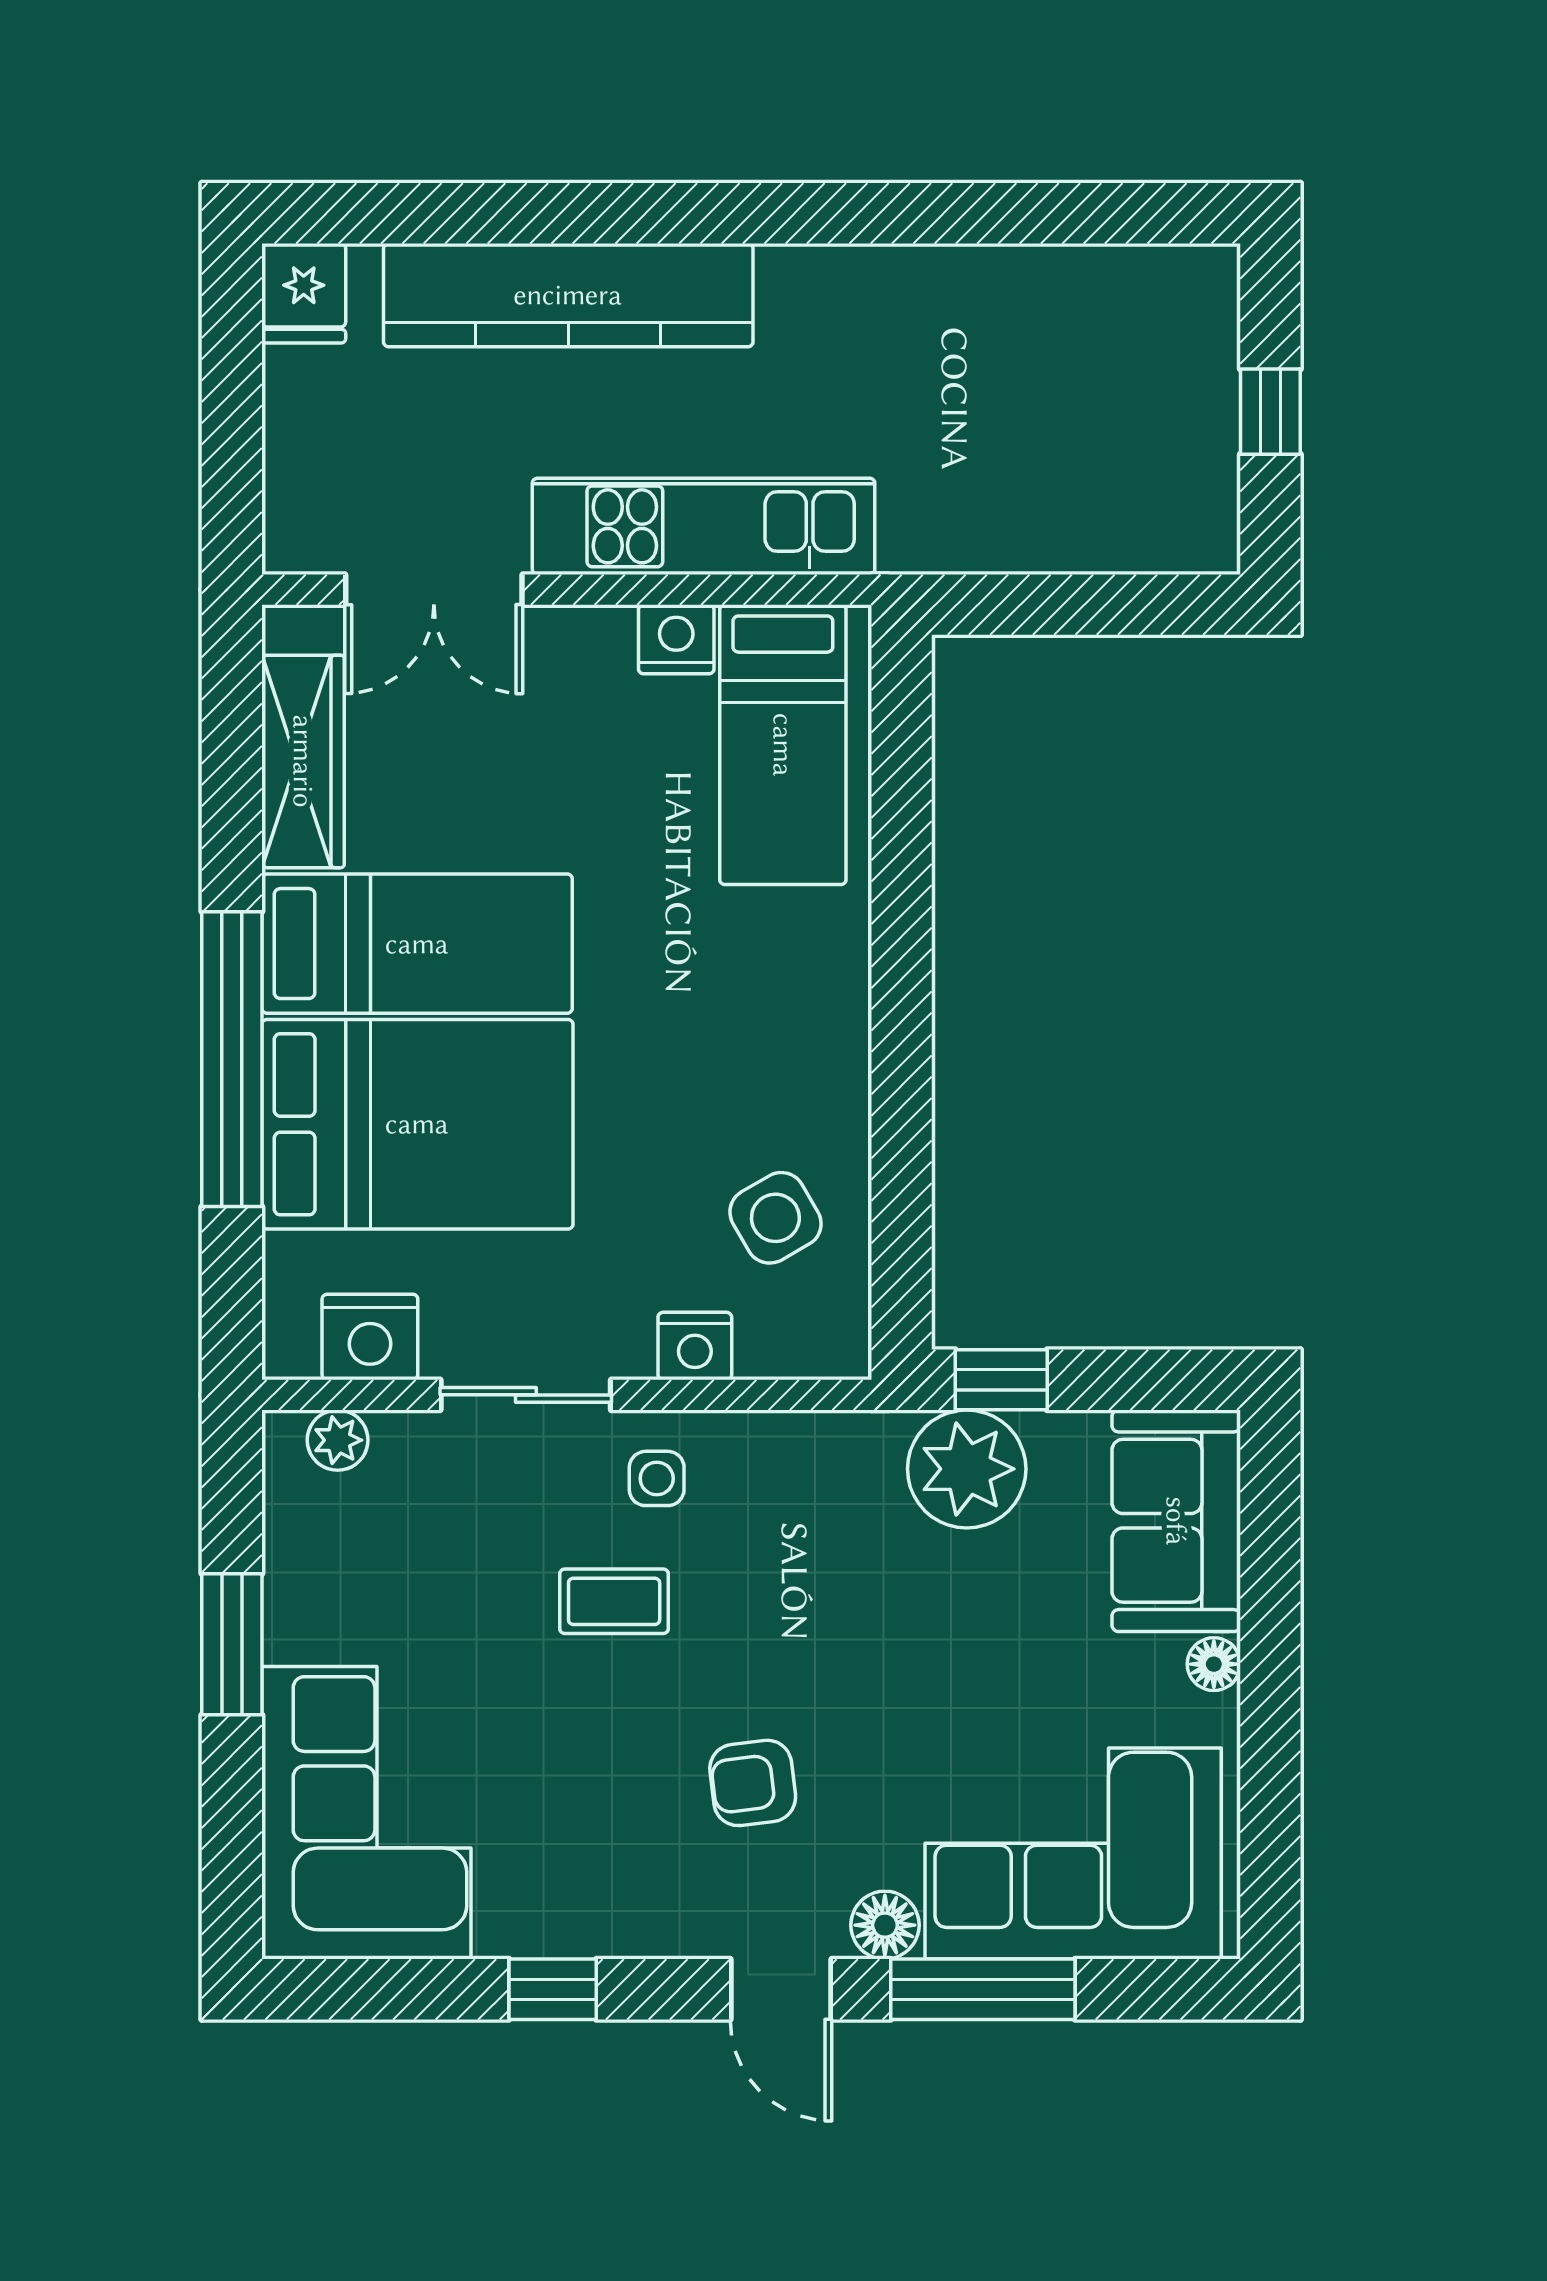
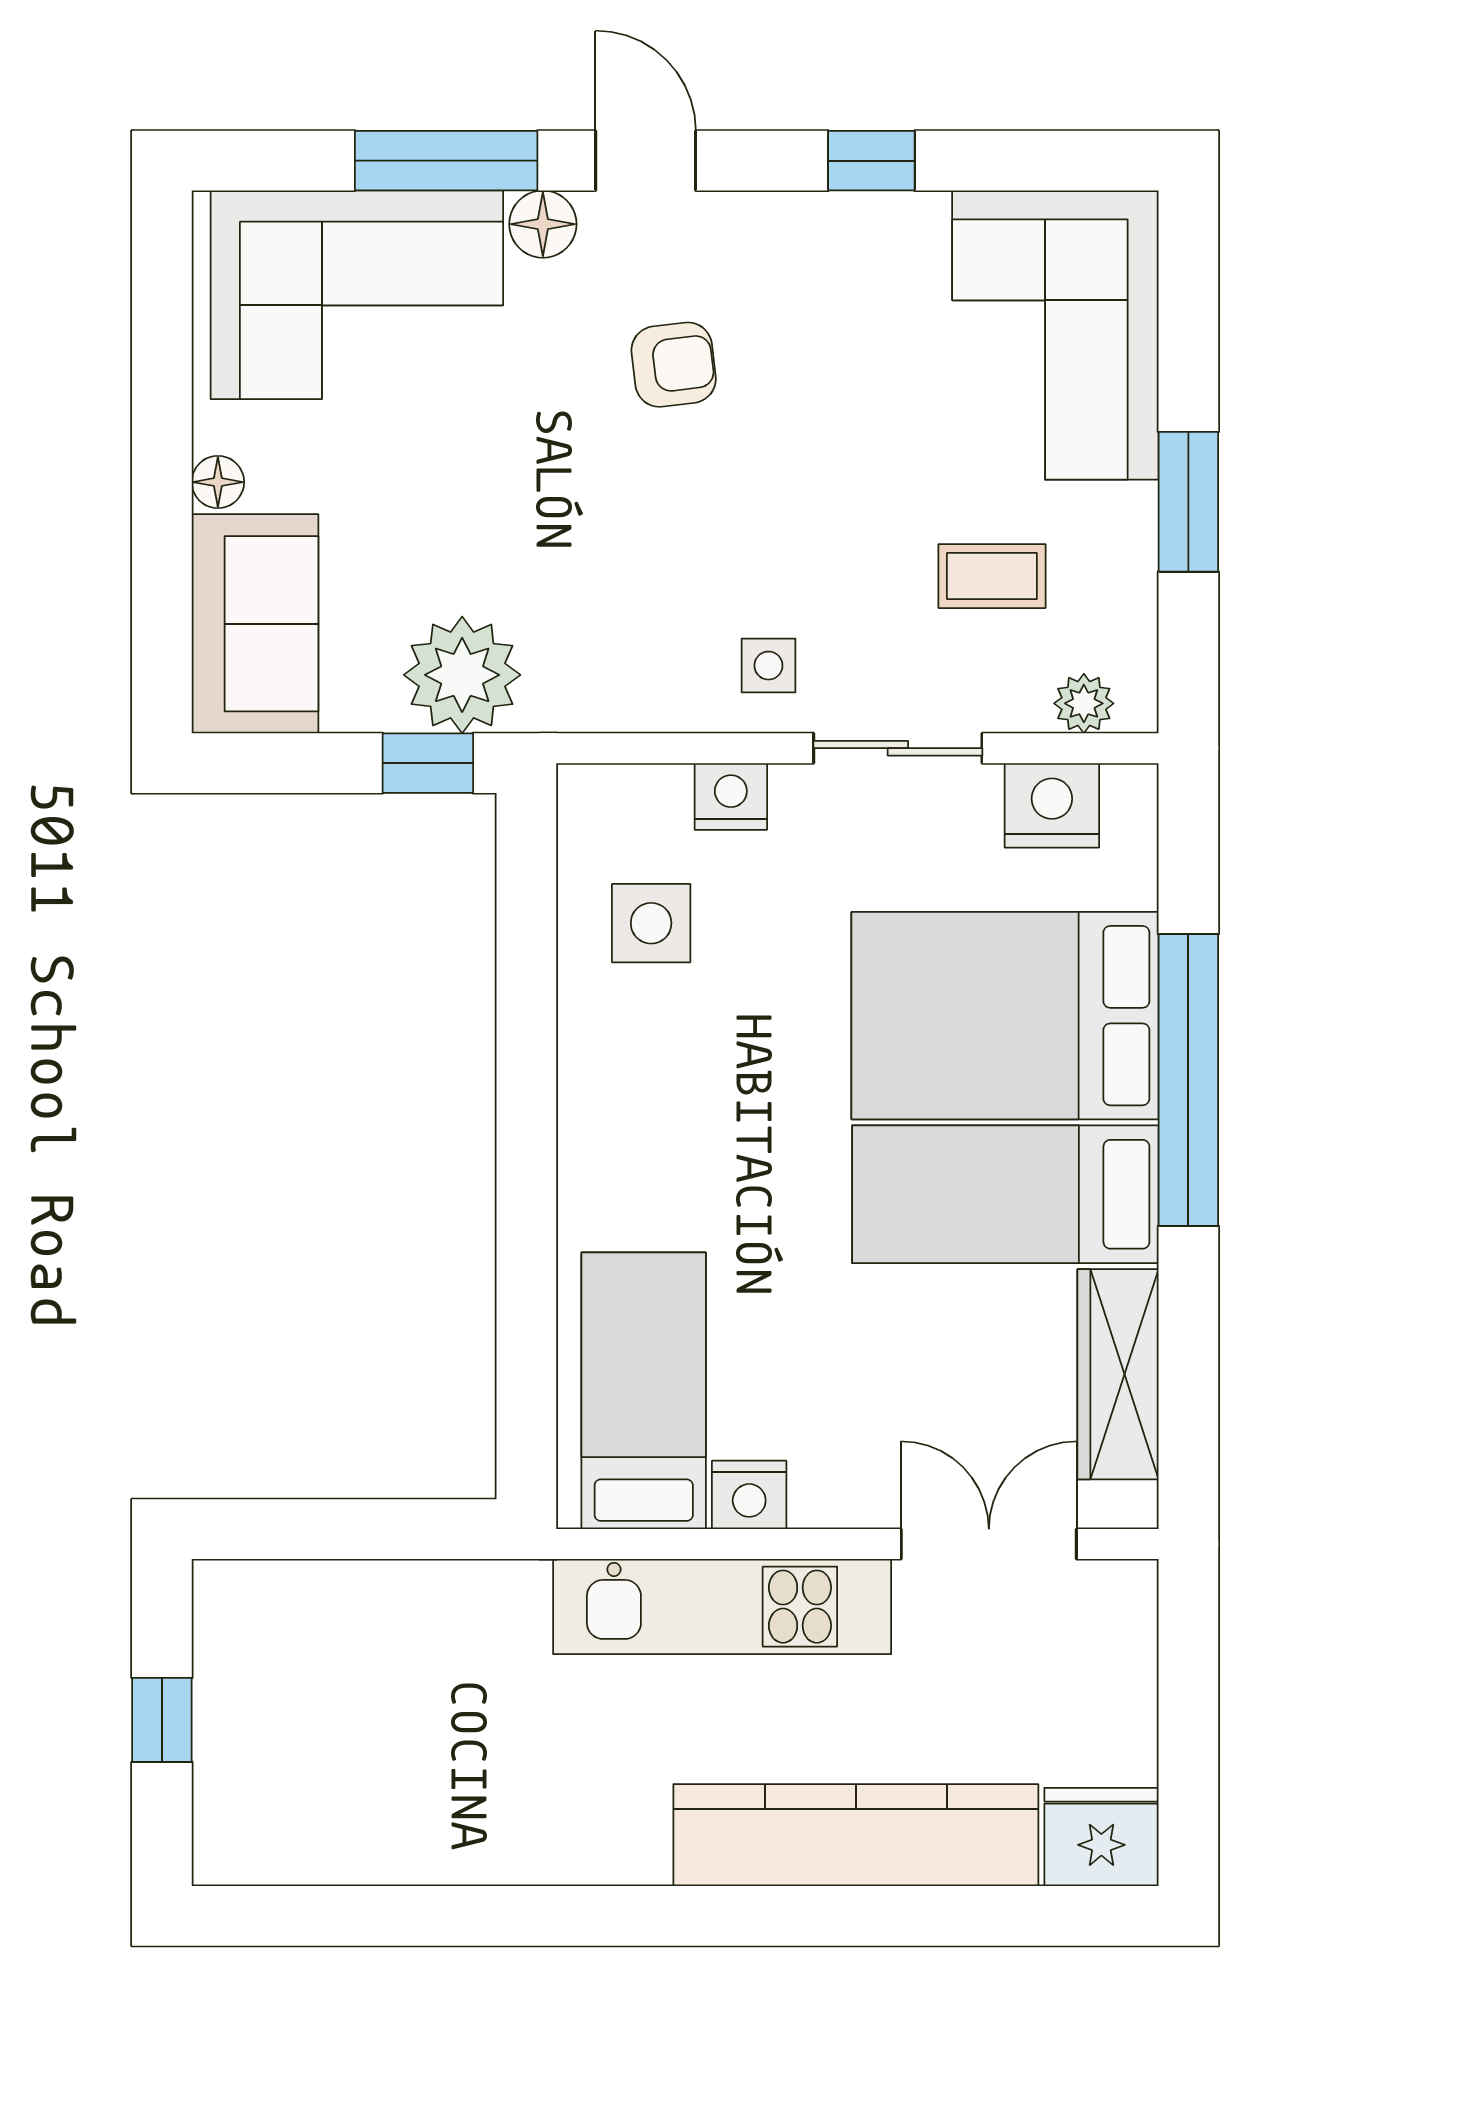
fridge: (304, 293) -> (1101, 1837), width x1.38
side table: (775, 1218) -> (651, 923), turned 30
coffee table: (614, 1601) -> (992, 576), moved

